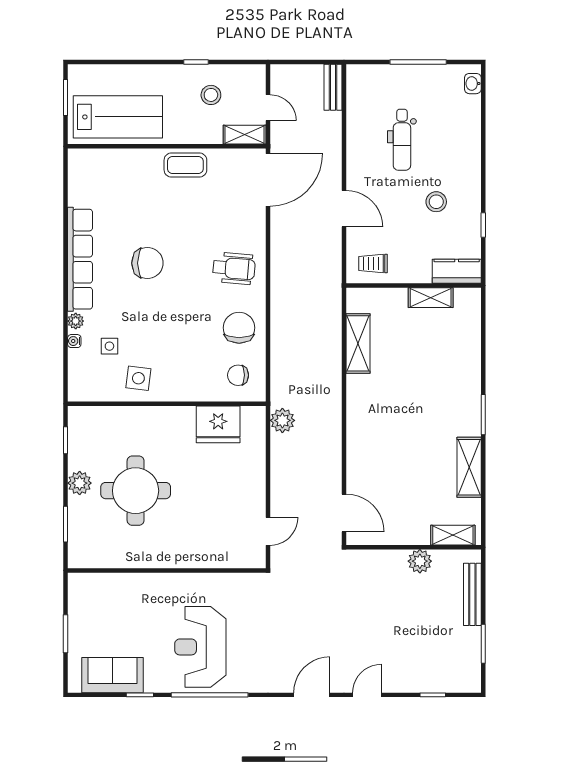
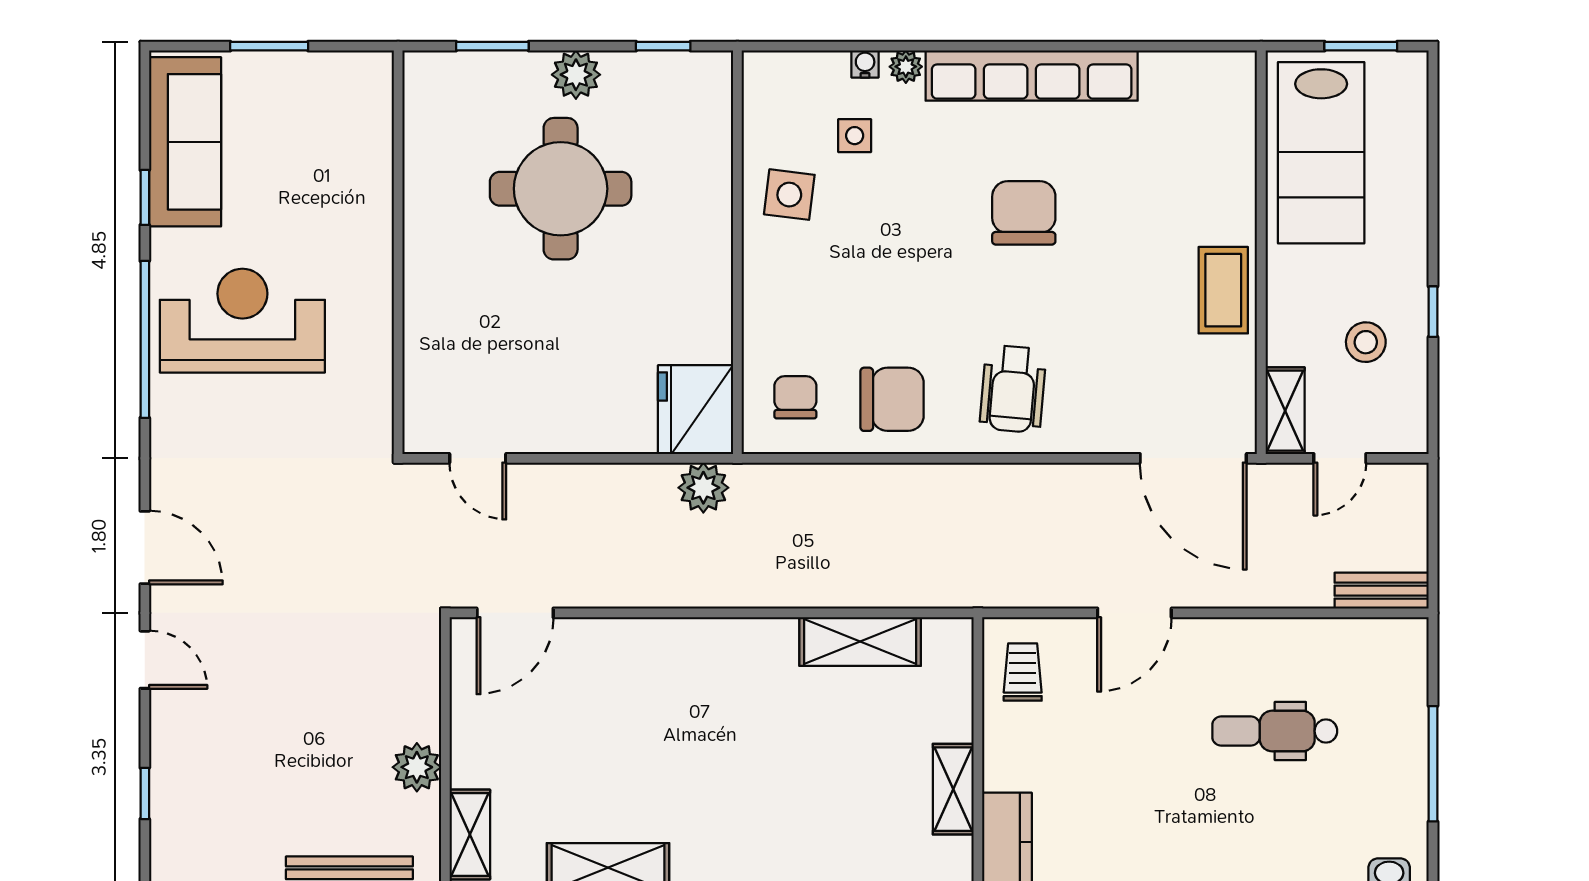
stool: (436, 202) -> (1148, 801), removed
chair: (147, 263) -> (1024, 213), turned 180
fridge: (218, 424) -> (695, 410), moved
sofa: (113, 675) -> (185, 142), width x1.36

